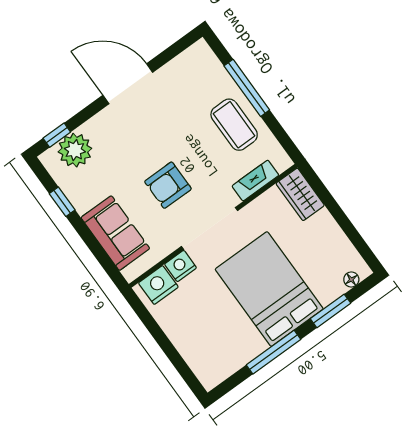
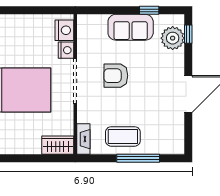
fireplace: (255, 181) -> (83, 139), moved
armchair: (168, 185) -> (116, 76), turned -90
sofa: (115, 233) -> (131, 27), moved

